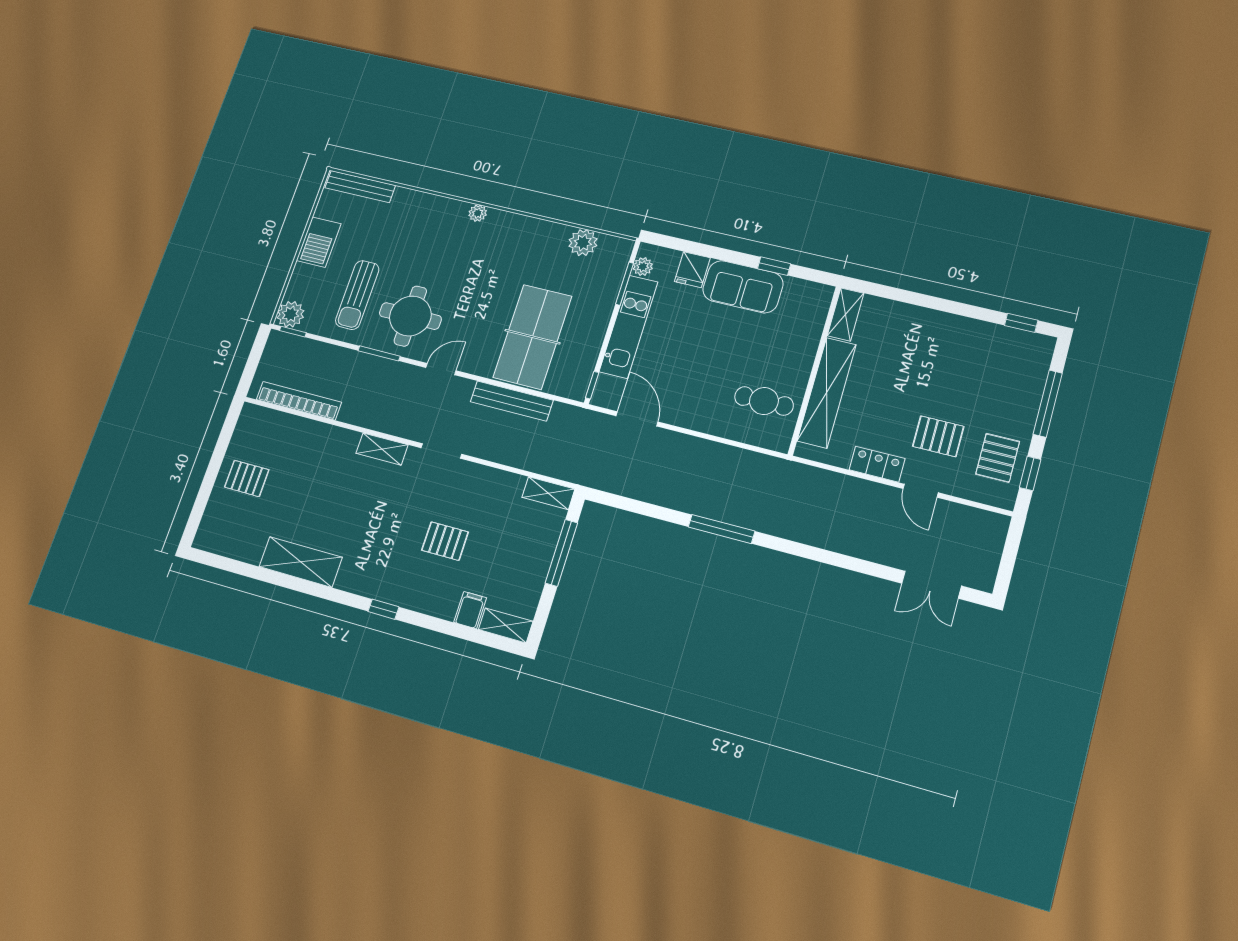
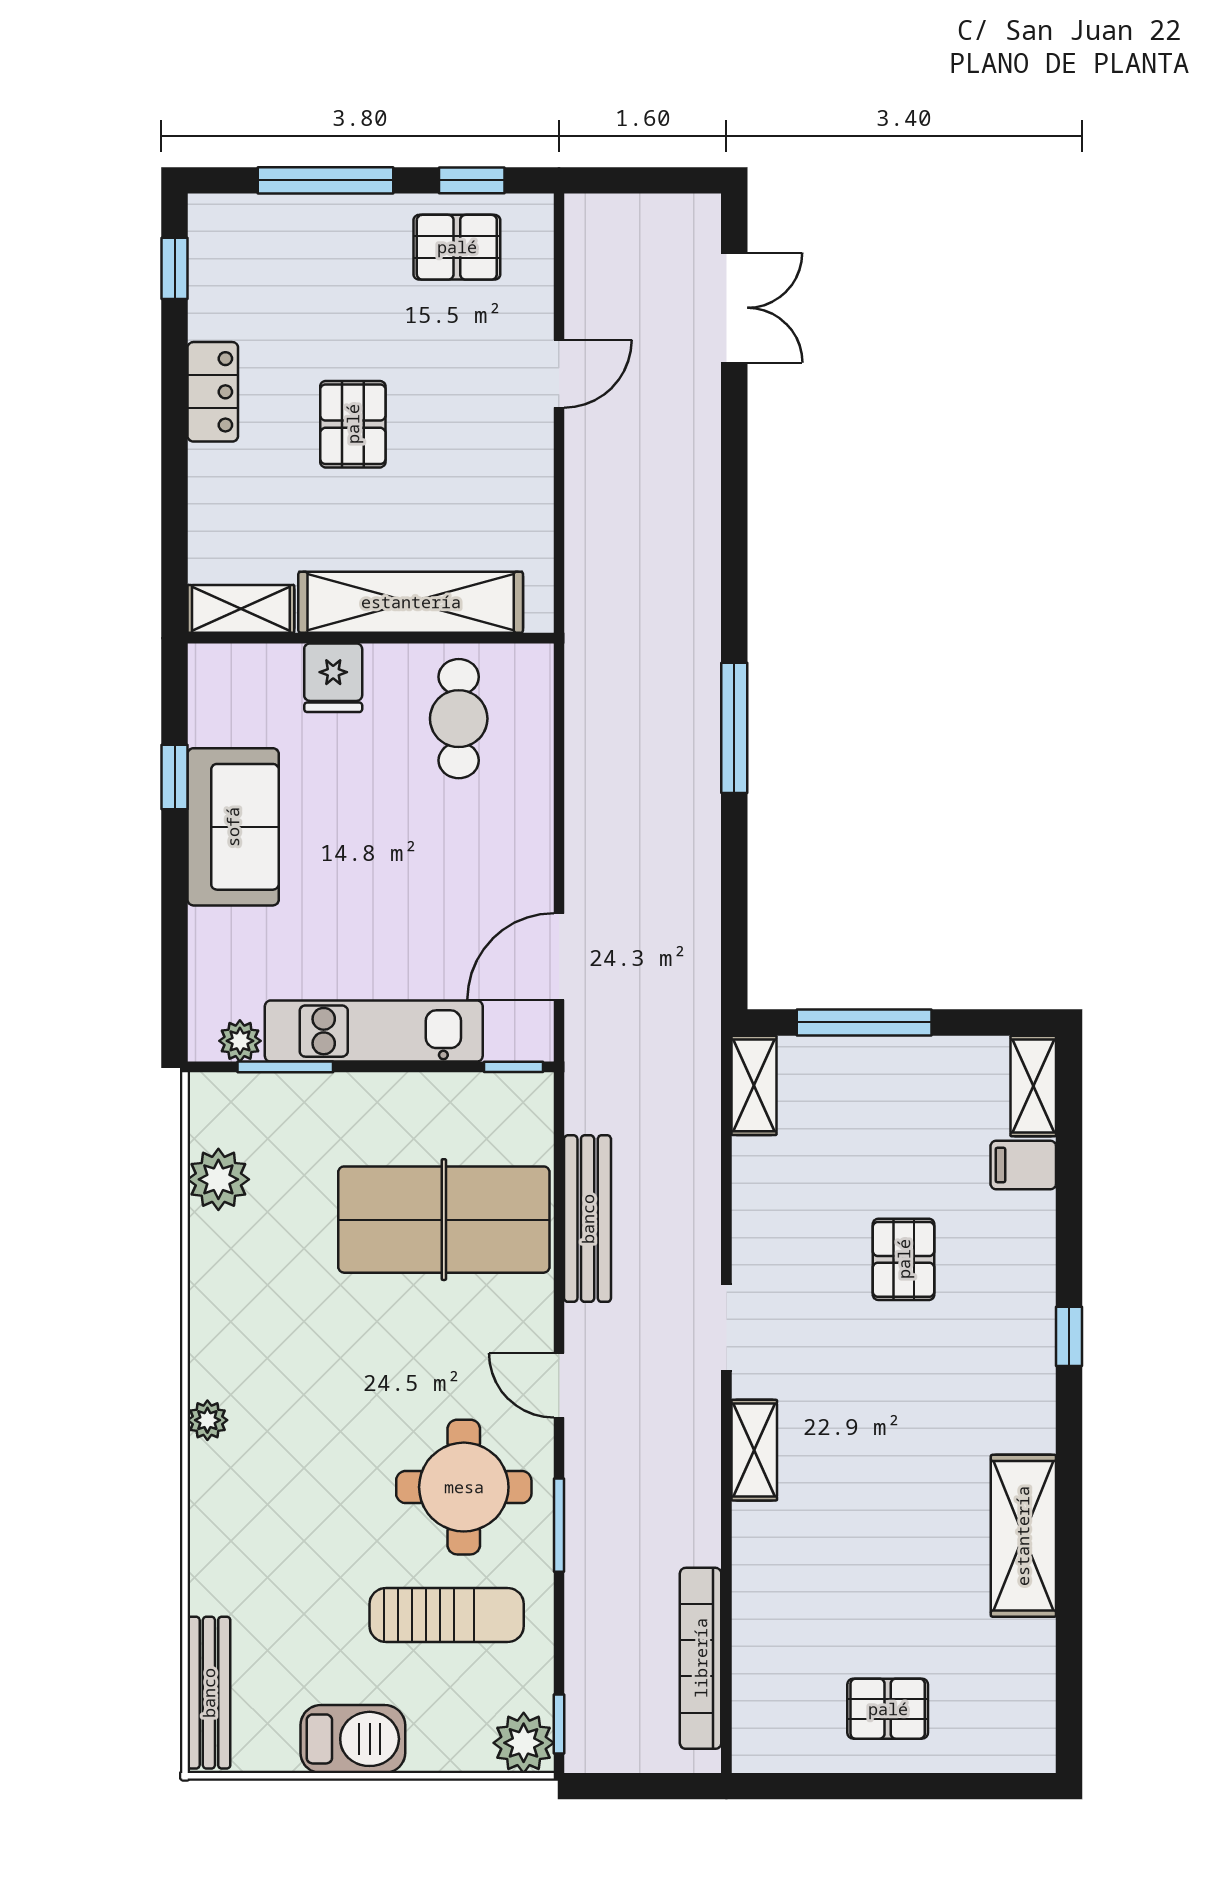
fridge: (692, 270) -> (333, 678), moved, turned 90
pallet: (938, 436) -> (353, 424), moved
locker: (877, 464) -> (213, 392), moved, turned 180
pallet: (247, 478) -> (888, 1709), turned 90

